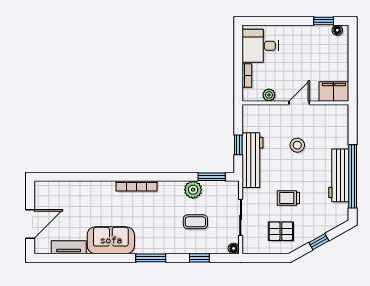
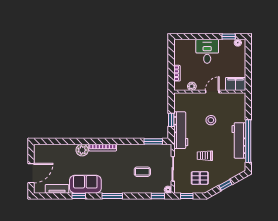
desk: (260, 46) -> (207, 51), moved, turned 90
plant: (193, 190) -> (82, 150), moved
window: (101, 258) -> (79, 196), added
window: (199, 258) -> (158, 196), moved
window: (262, 258) -> (187, 196), added

